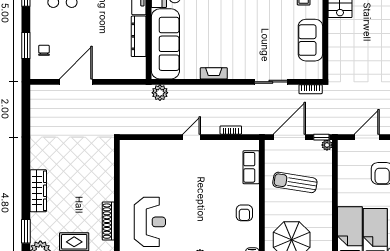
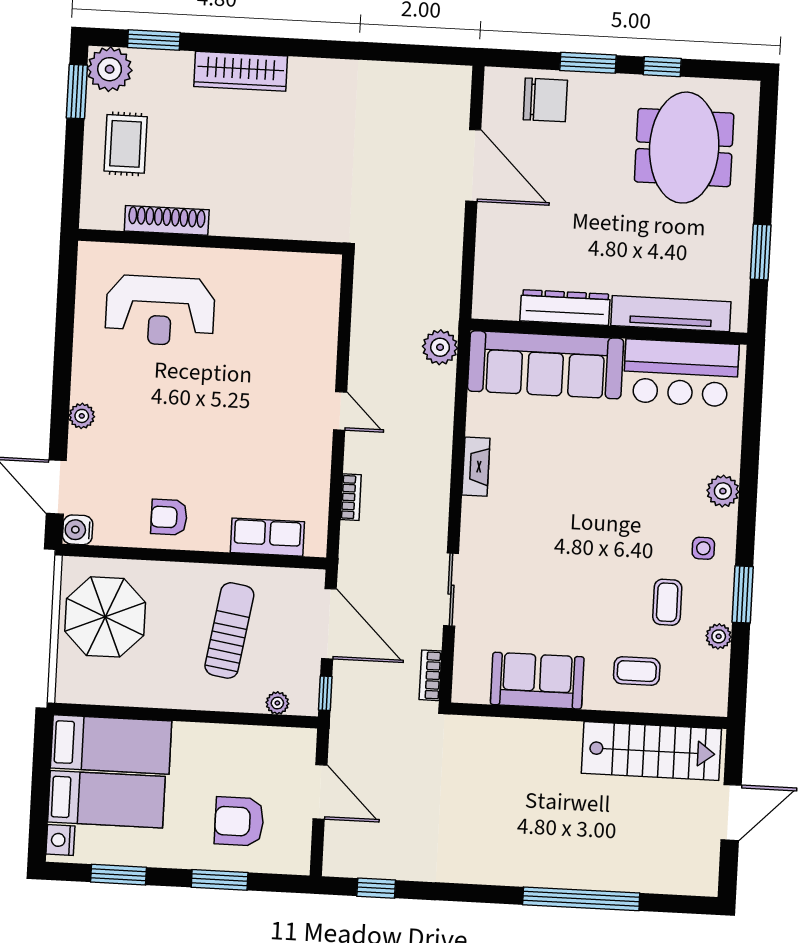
window: (26, 45) -> (588, 63), moved
chair: (44, 50) -> (545, 100), width x1.87, depth x1.87
plant: (327, 145) -> (277, 703), moved

